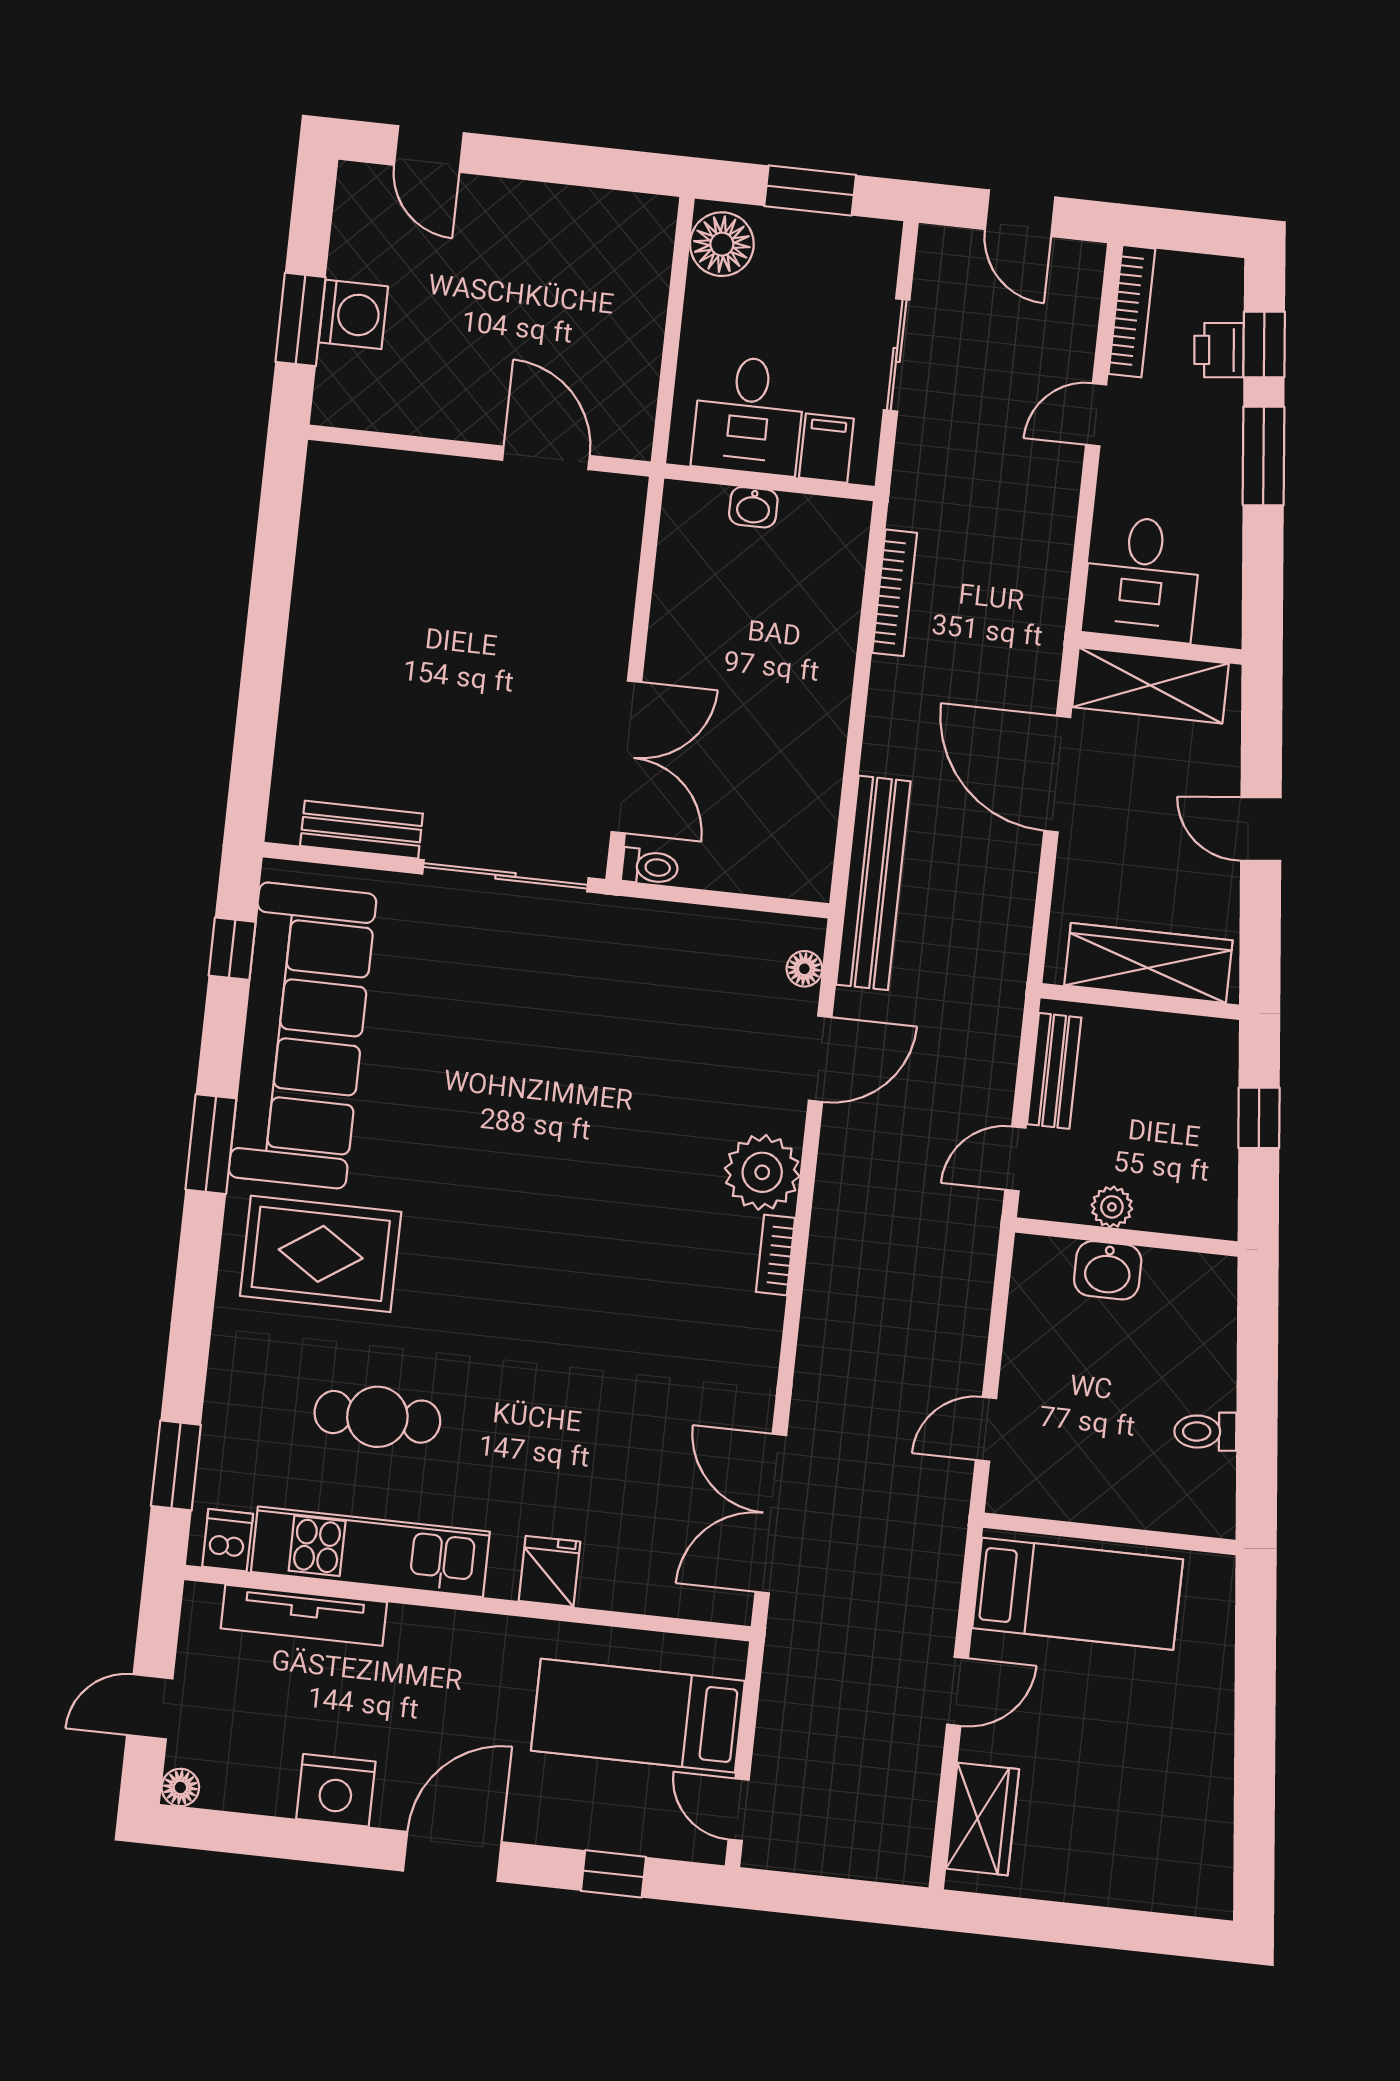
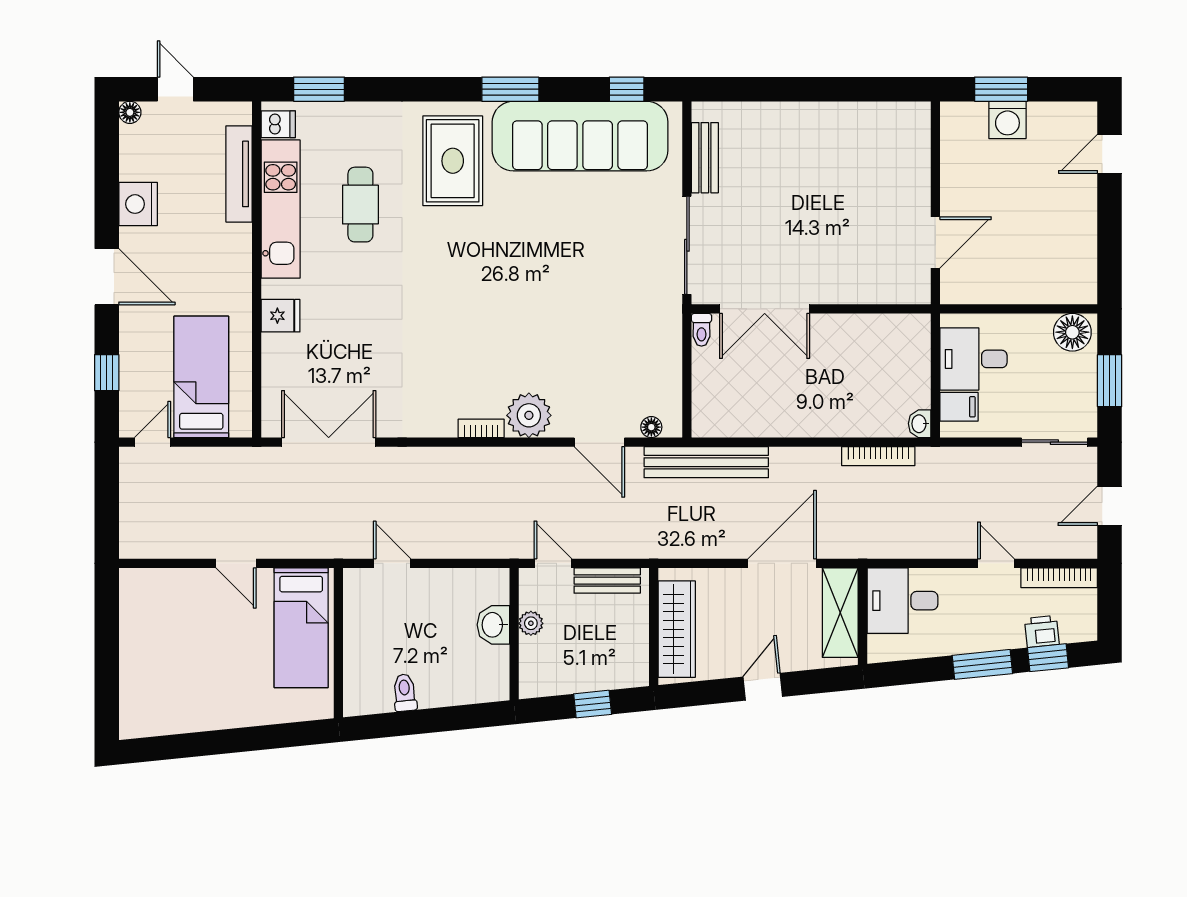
sliding door: (897, 355) -> (1054, 442), moved
washbasin: (753, 507) -> (920, 424), moved
wardrobe: (983, 1819) -> (163, 586), removed

